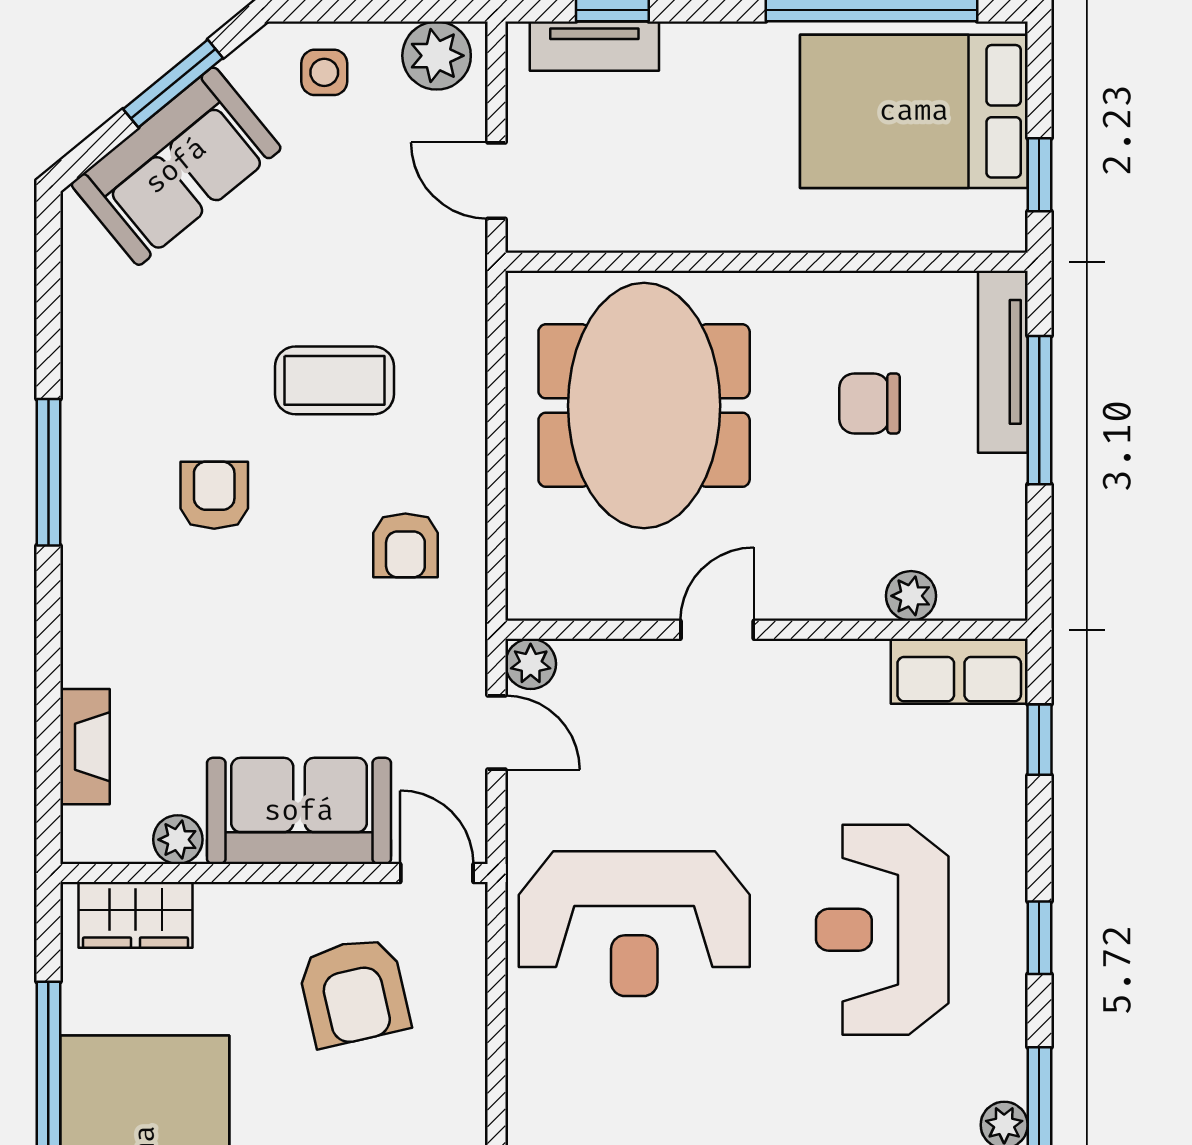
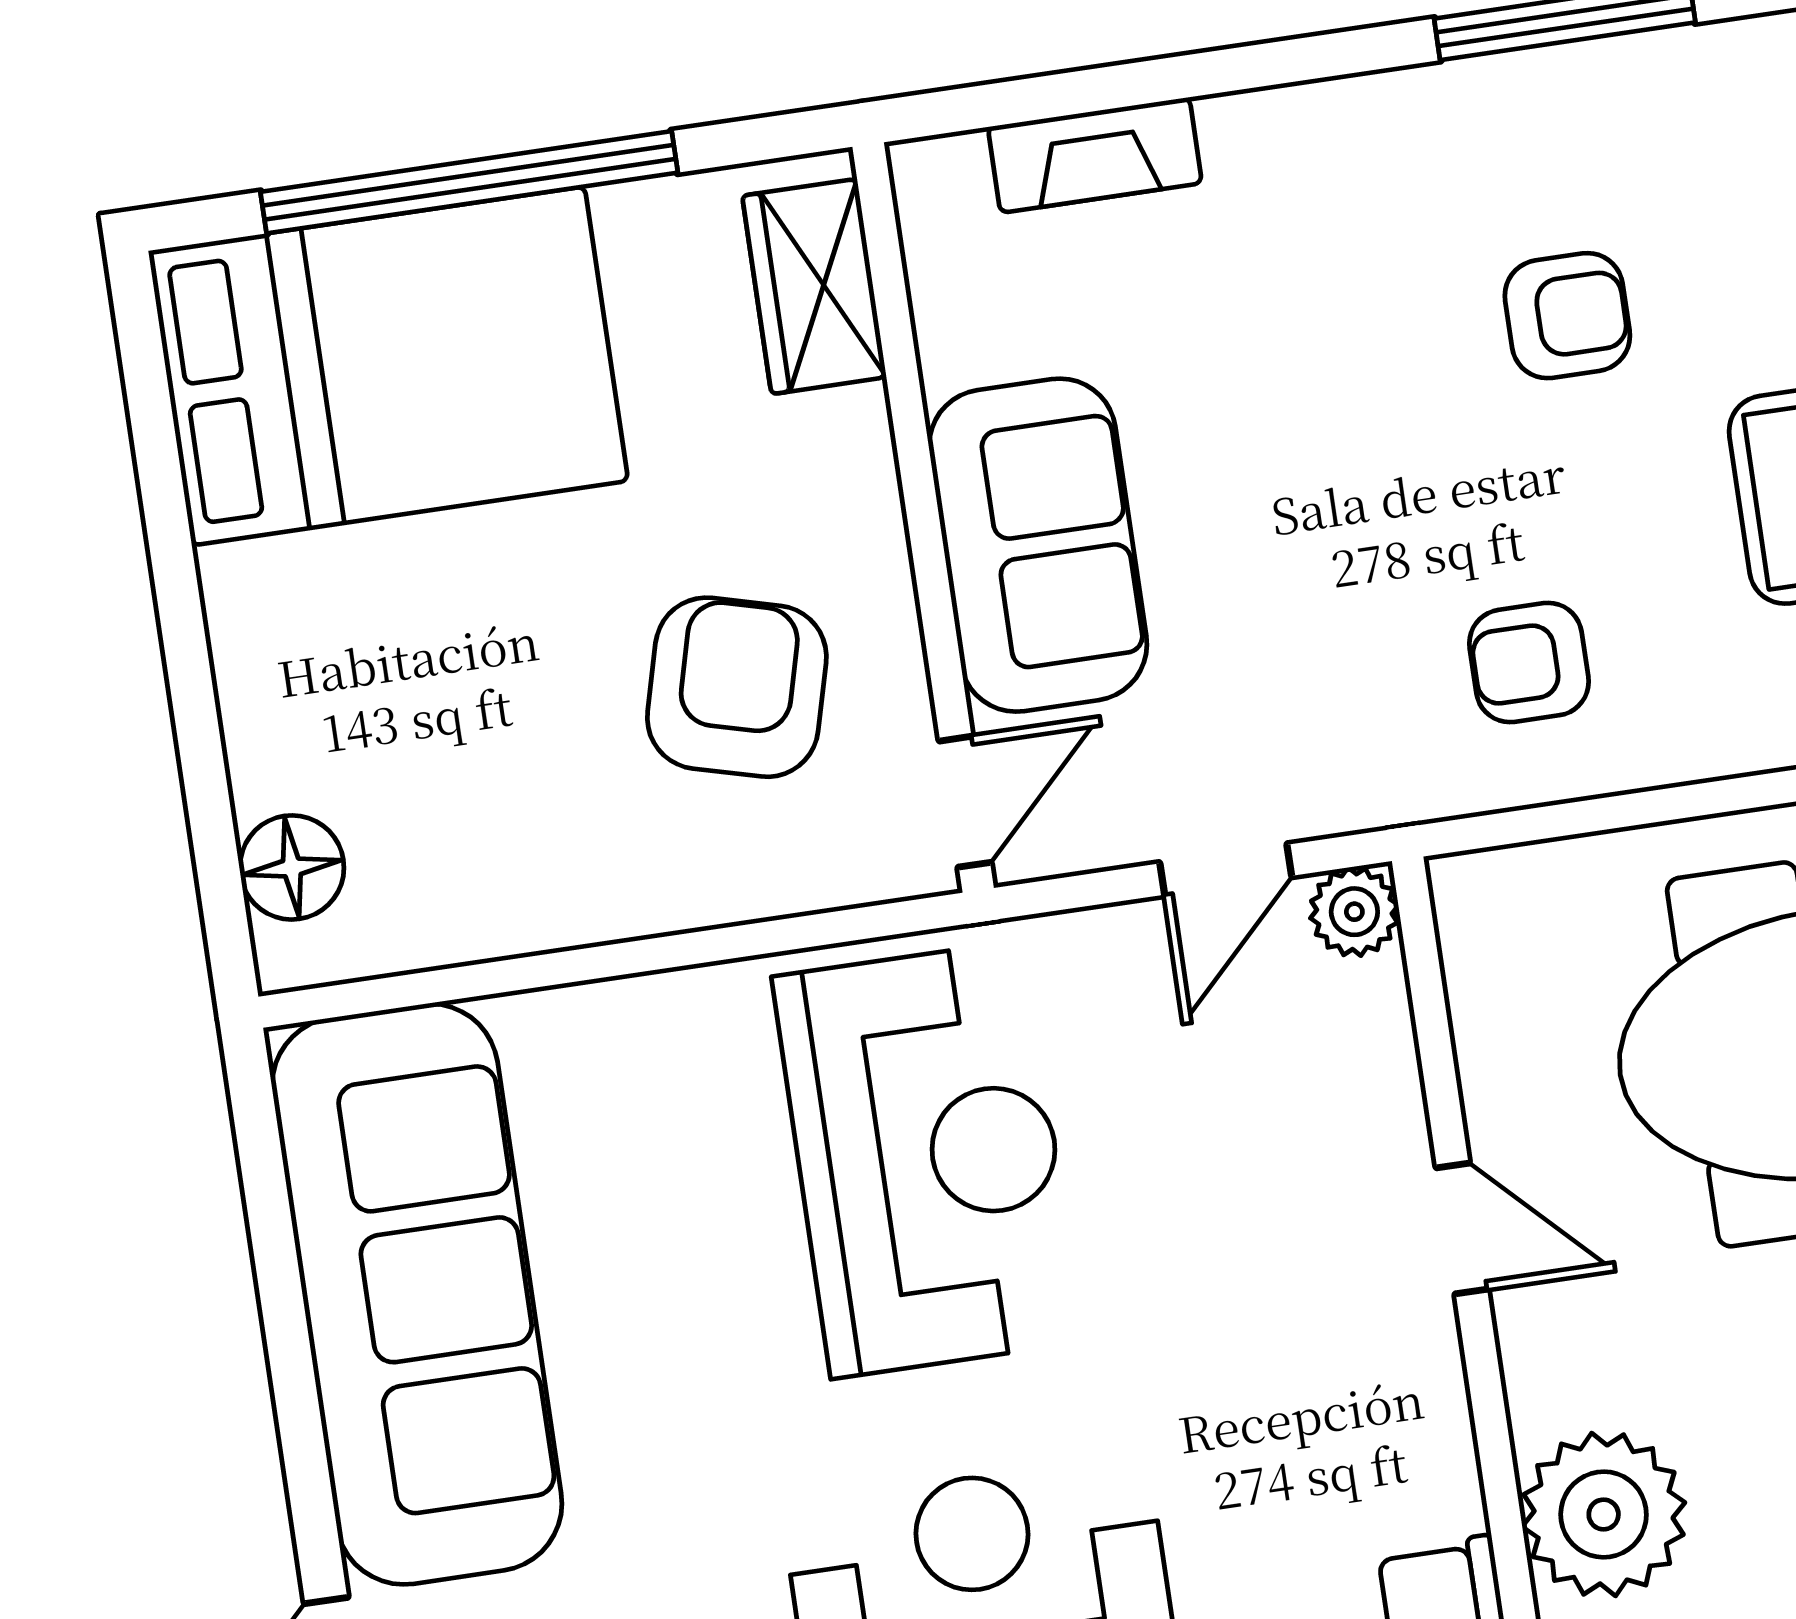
plant: (911, 596) -> (1604, 1514), width x1.87, depth x1.87
plant: (178, 840) -> (957, 341), removed
reception desk: (634, 924) -> (928, 1159), turned 180
armchair: (354, 991) -> (737, 687), turned 118

